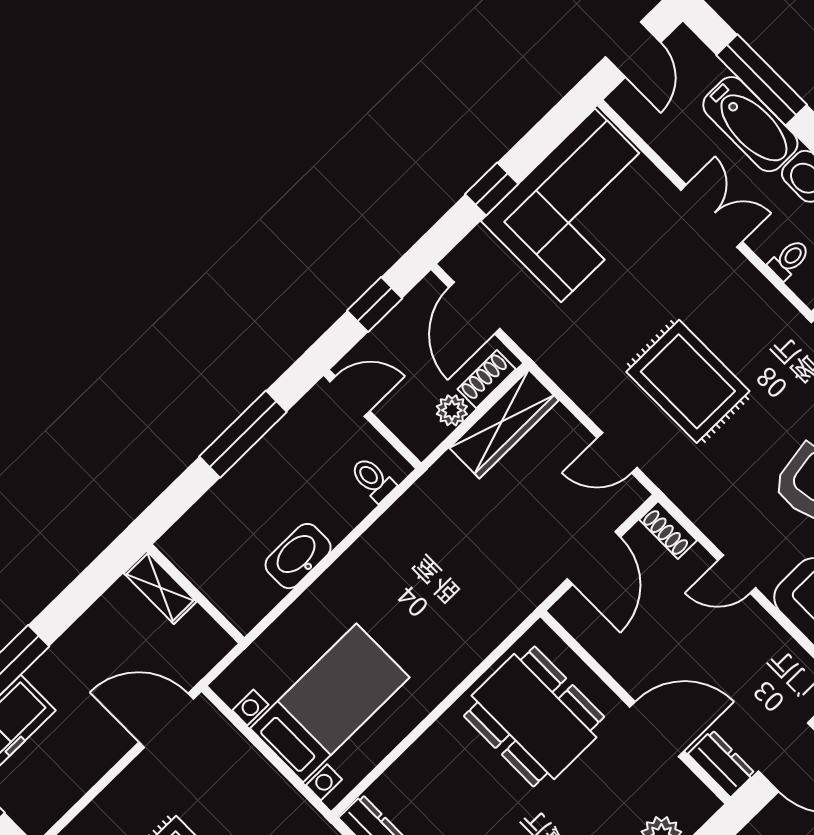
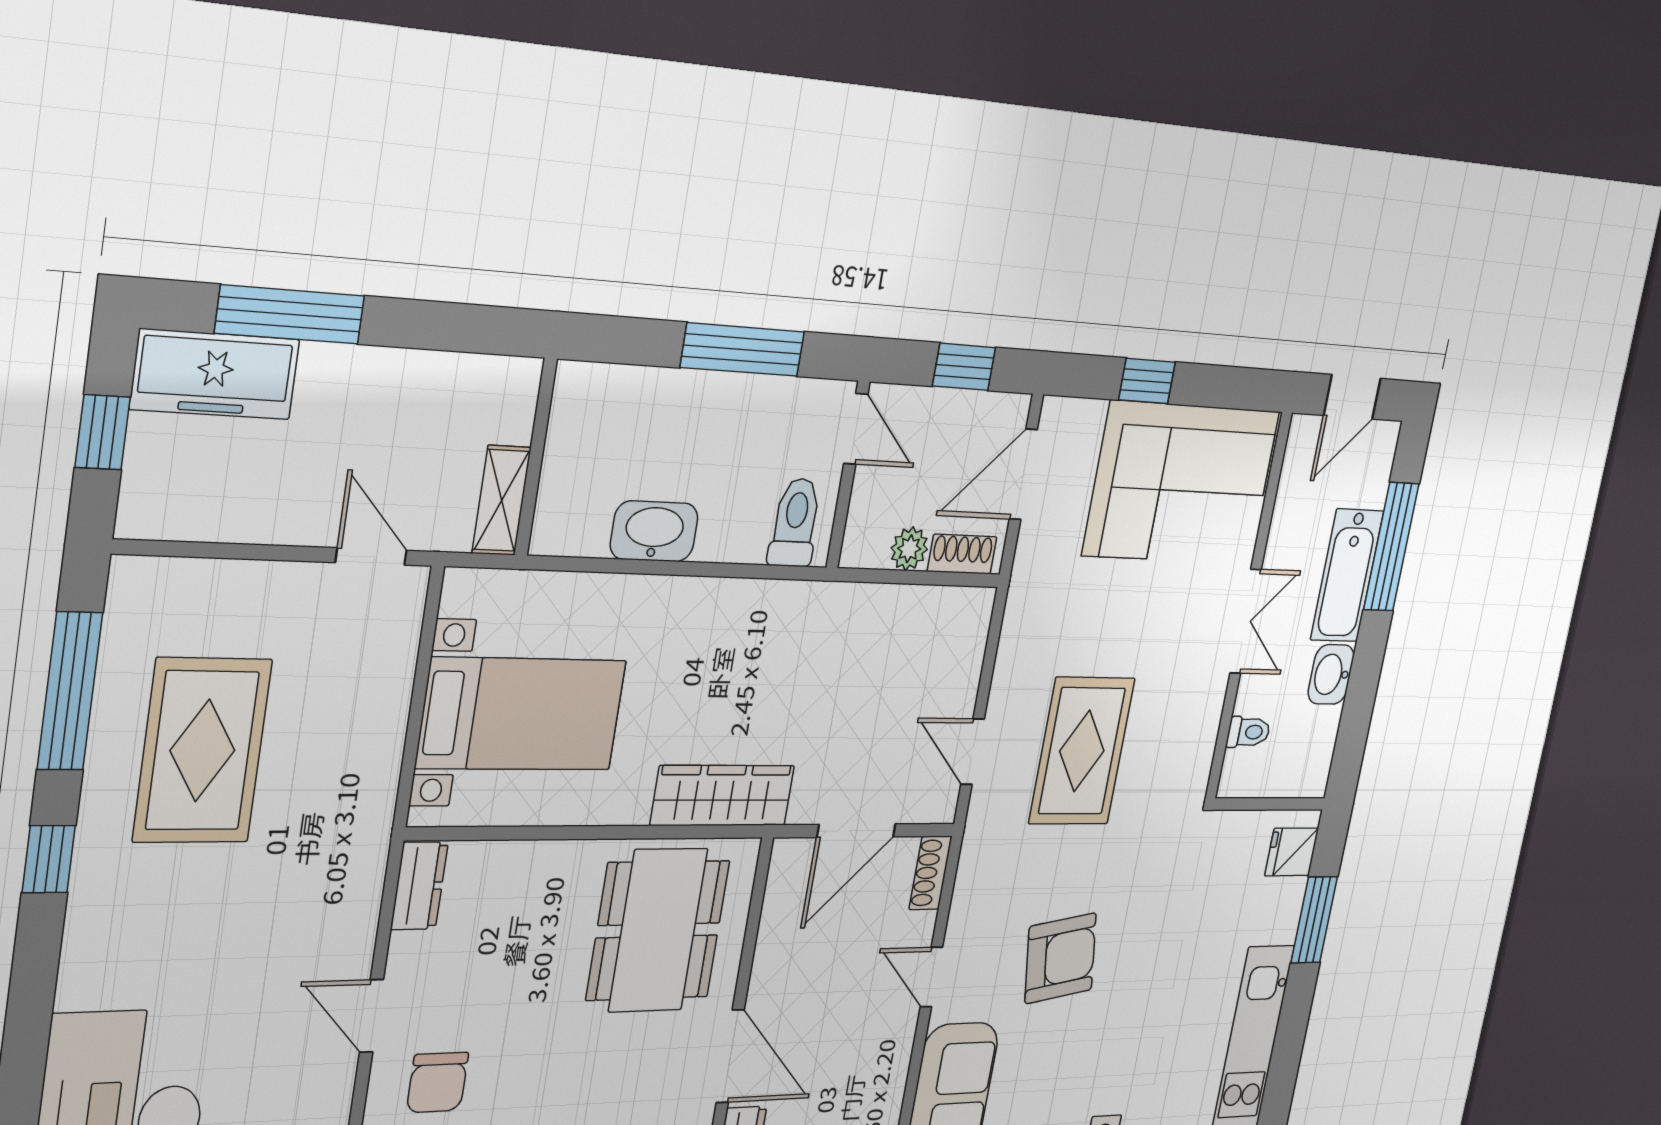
wardrobe: (504, 424) -> (723, 795), moved, turned 180
toilet: (373, 479) -> (795, 522), width x1.37, depth x1.39
shelving: (160, 587) -> (502, 500), moved
door: (166, 721) -> (371, 556), width x0.73

